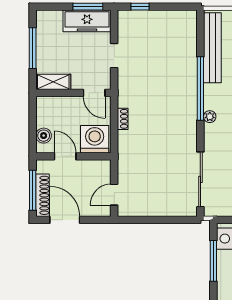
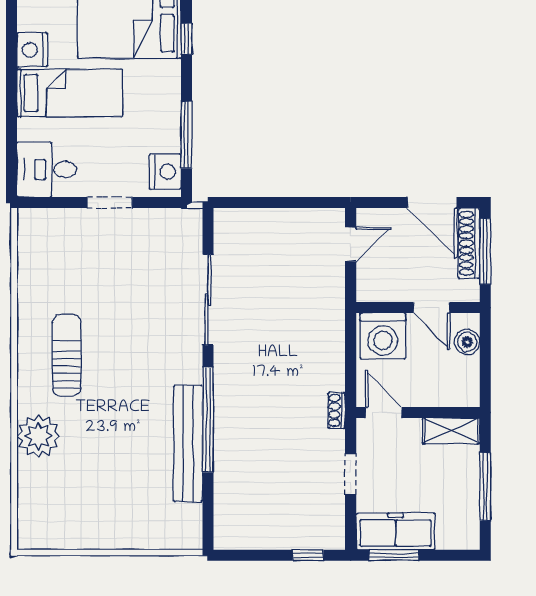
bench: (212, 48) -> (188, 444), moved
plant: (210, 117) -> (193, 373), removed
shoe rack: (123, 119) -> (337, 410), moved
sliding door: (200, 179) -> (208, 300), moved

